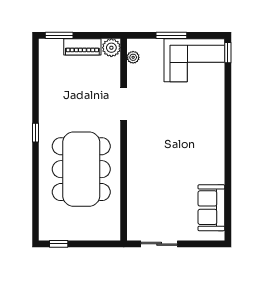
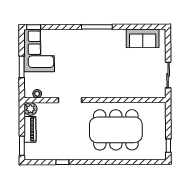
window: (36, 133) -> (62, 162), moved
window: (228, 143) -> (97, 27), added

